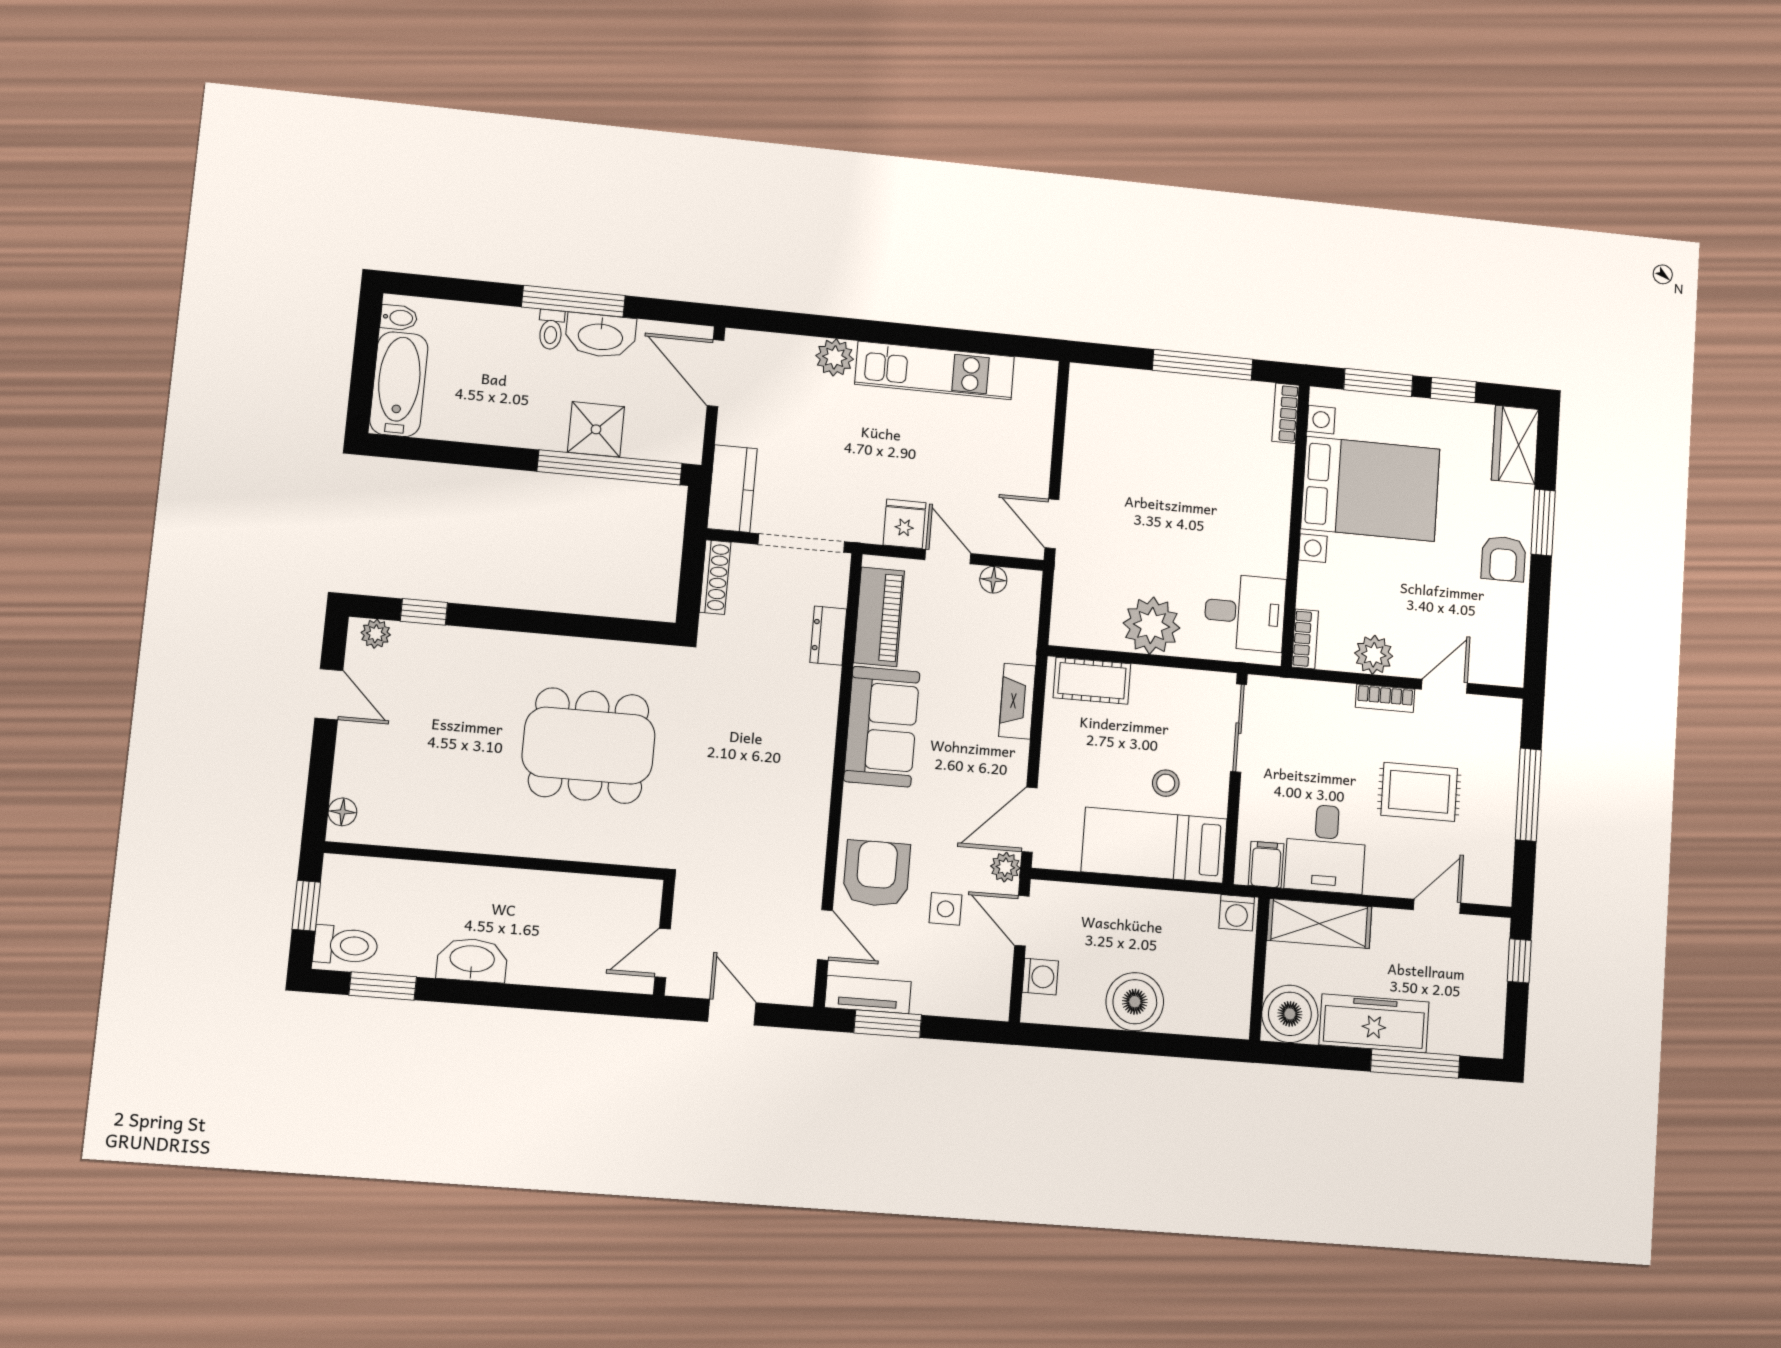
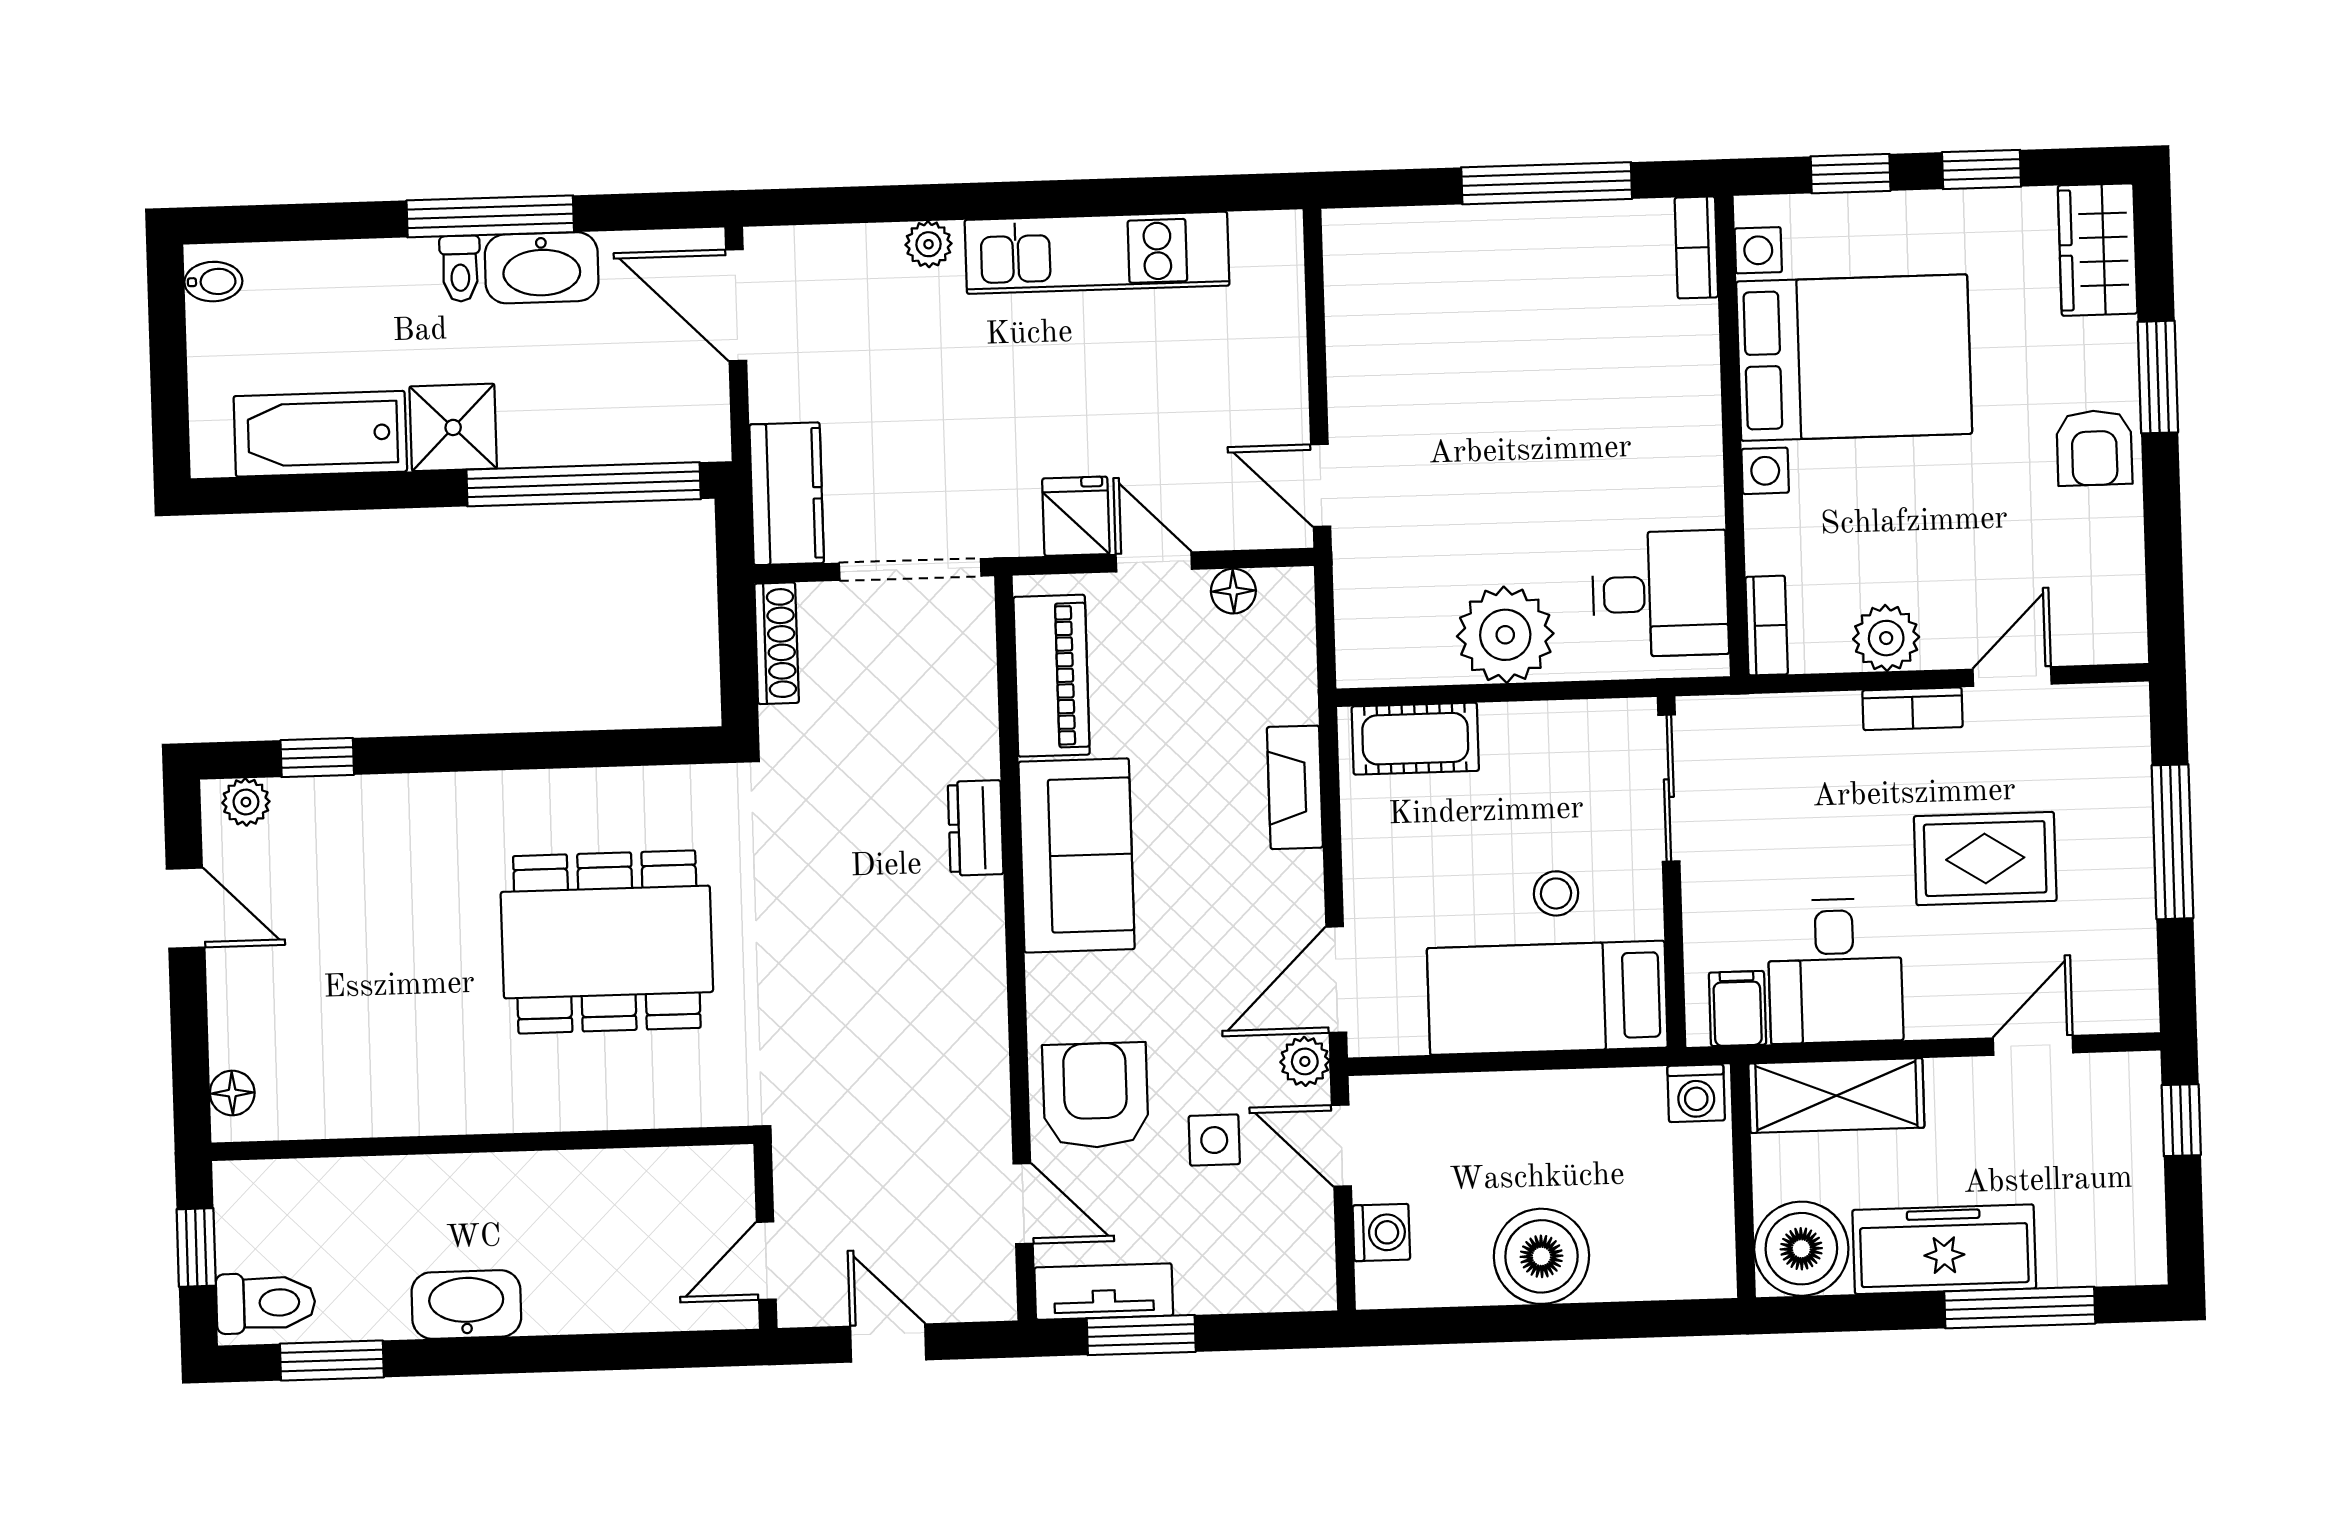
plant: (835, 357) -> (929, 244), width x0.73, depth x0.73
window: (1378, 382) -> (1851, 174), width x0.67
bathtub: (399, 384) -> (320, 434), moved, turned -90
shower: (596, 429) -> (453, 427), moved
dresser: (828, 636) -> (976, 828), moved

